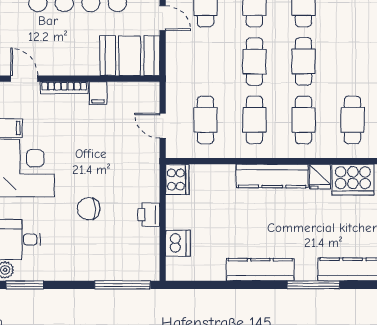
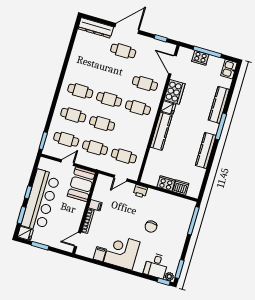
cafe table: (254, 120) -> (95, 148), moved
cooker: (177, 180) -> (166, 183), moved
printer: (149, 215) -> (140, 191), moved

